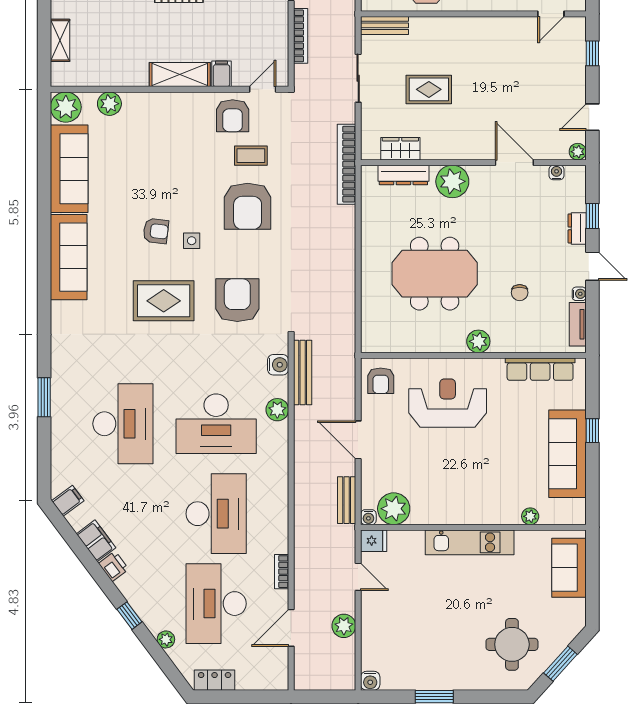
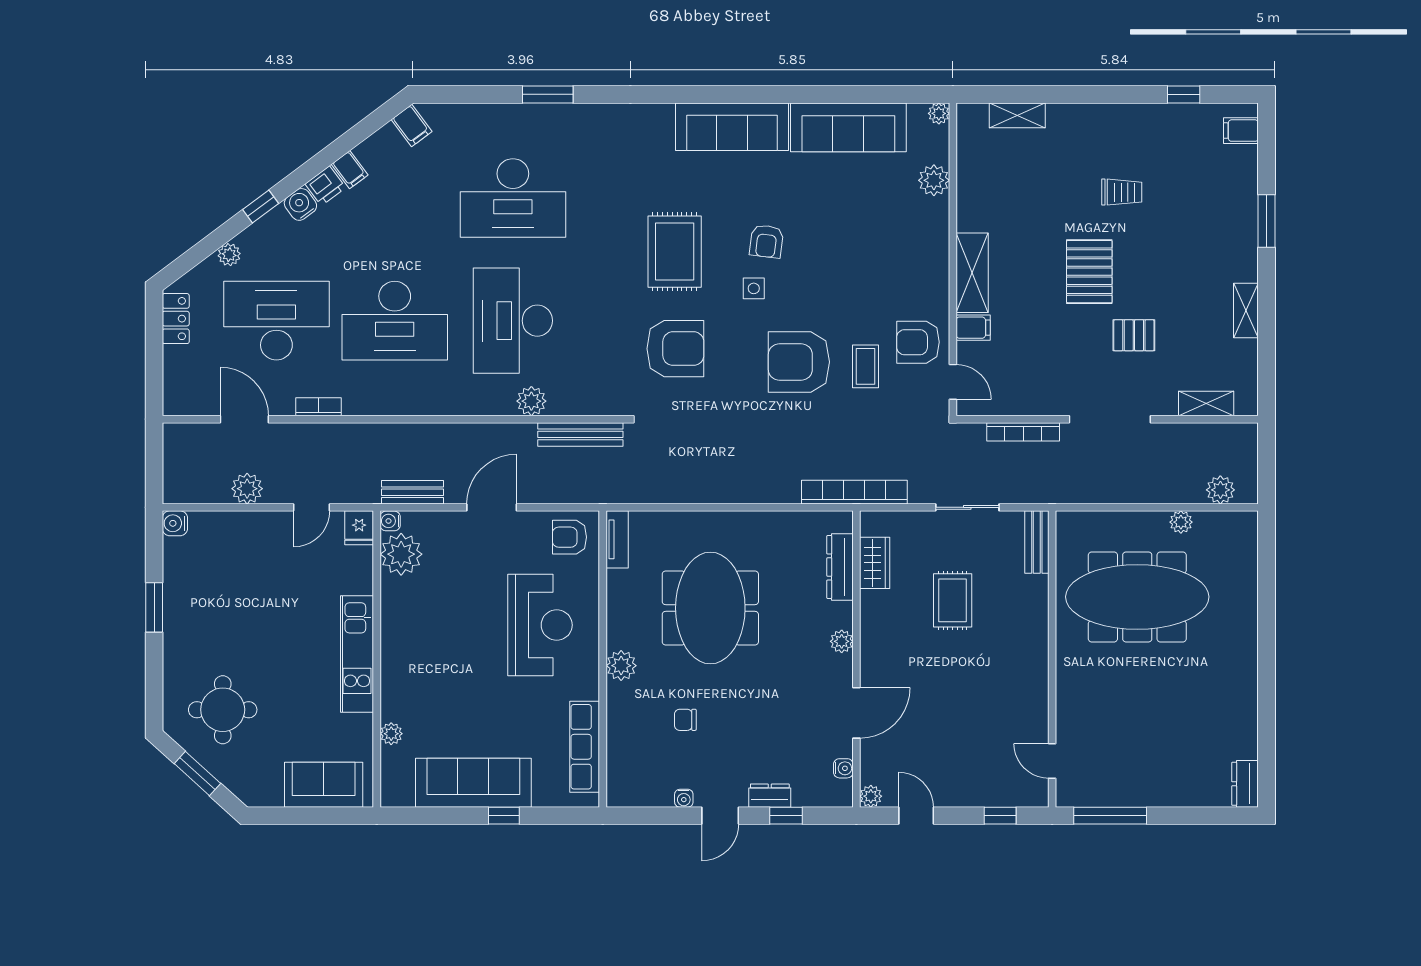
plant: (66, 107) -> (939, 113), width x0.53, depth x0.53
plant: (452, 181) -> (842, 641), width x0.53, depth x0.53
tv unit: (578, 324) -> (617, 539), moved, turned 90
water cooler: (278, 365) -> (300, 204), moved, turned 143
filing cabinet: (96, 541) -> (350, 170), width x0.50

